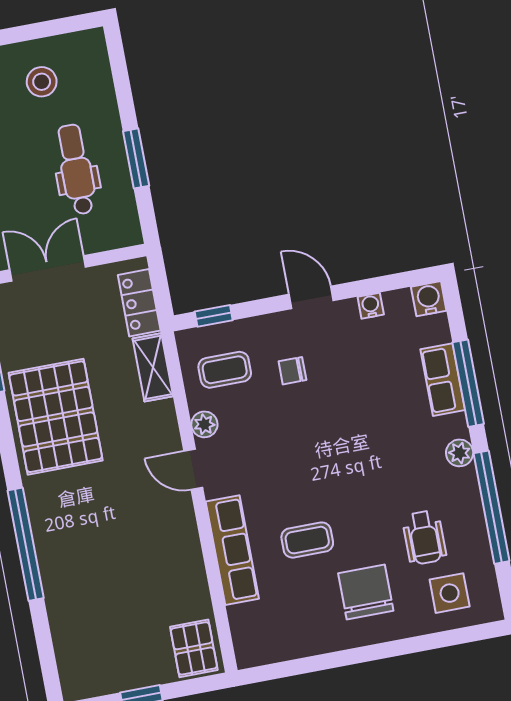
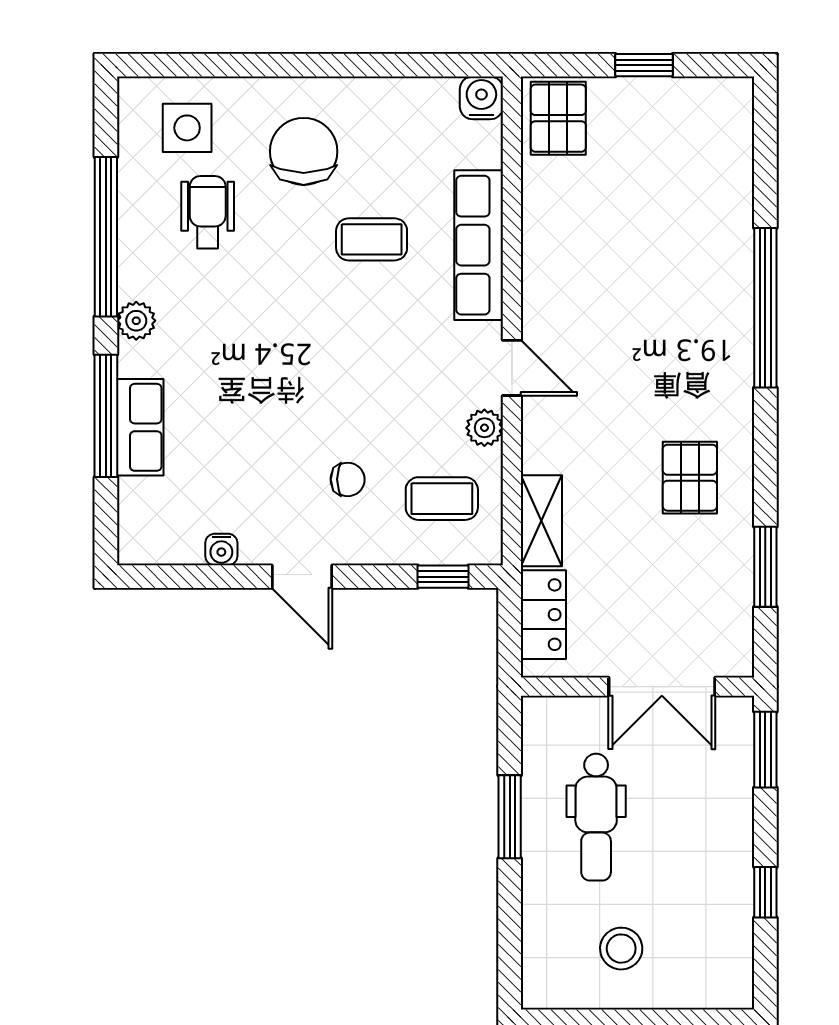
water cooler: (429, 299) -> (481, 98), moved, turned 180
pallet: (56, 417) -> (690, 478), width x0.49, depth x0.50
chair: (366, 592) -> (304, 151), turned 180

